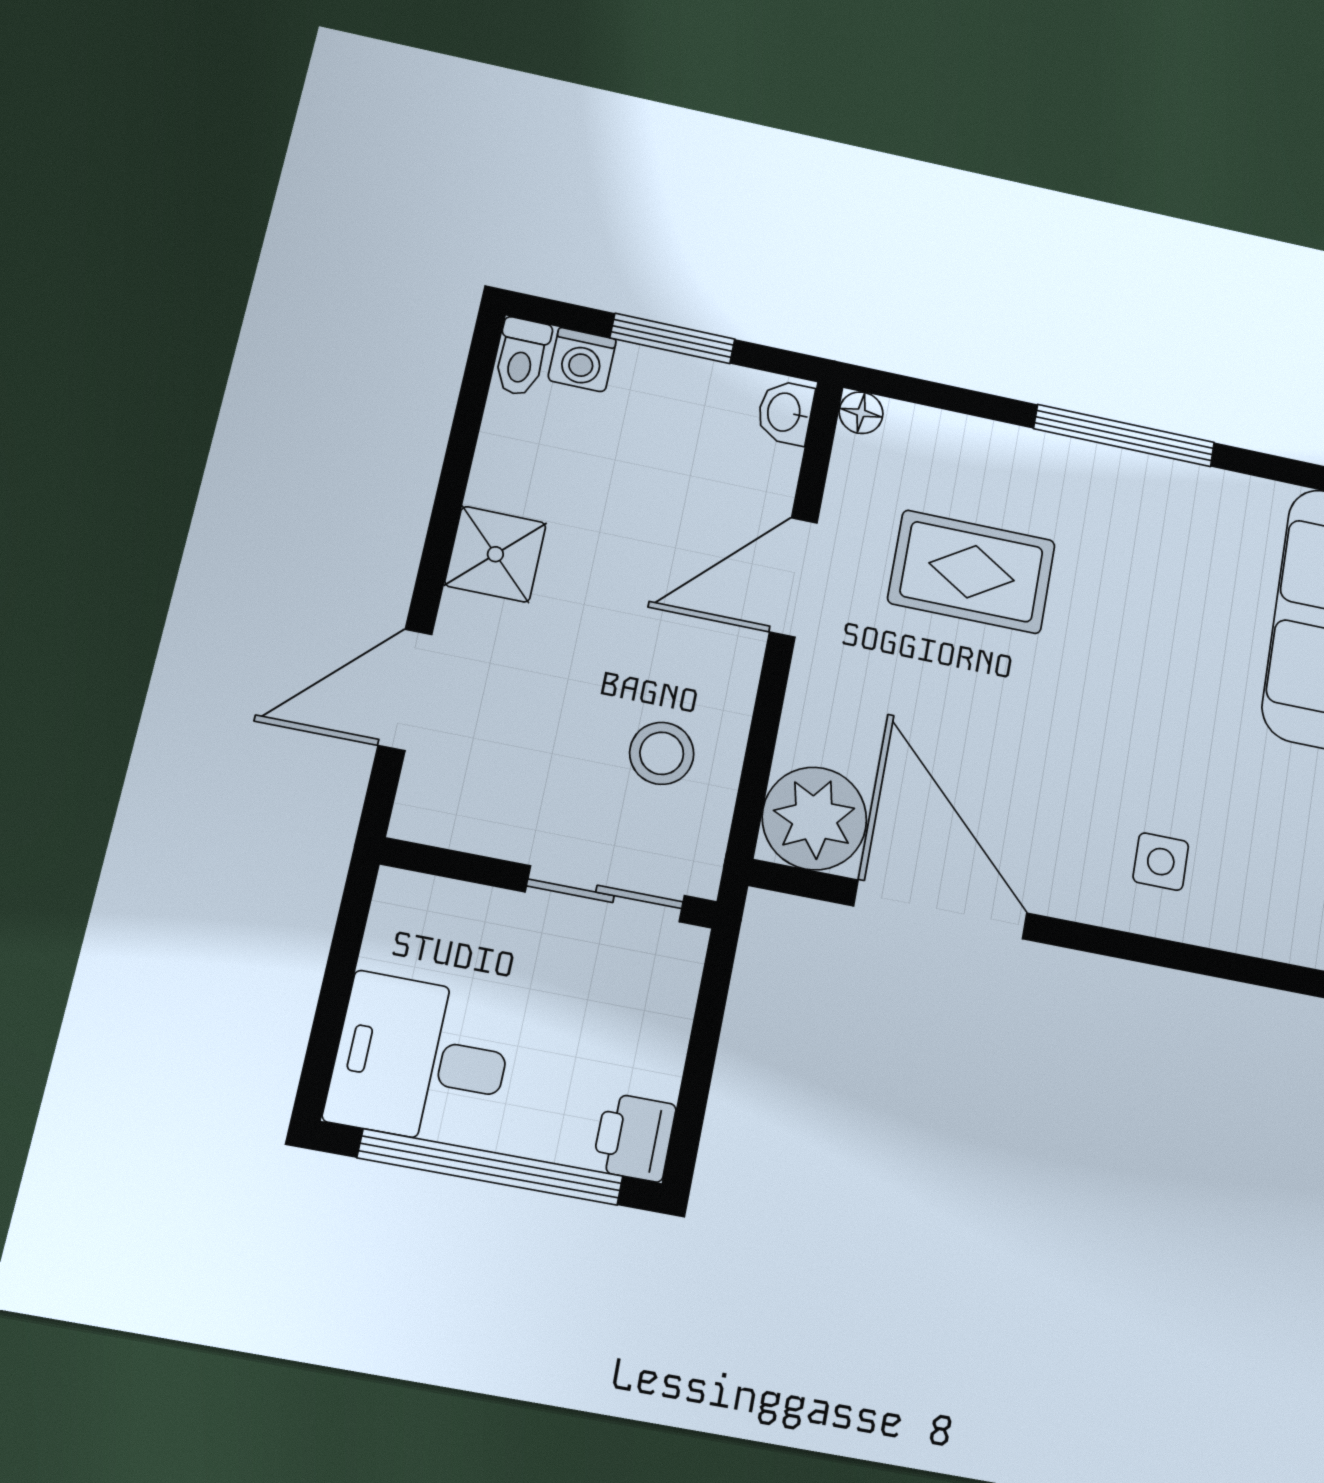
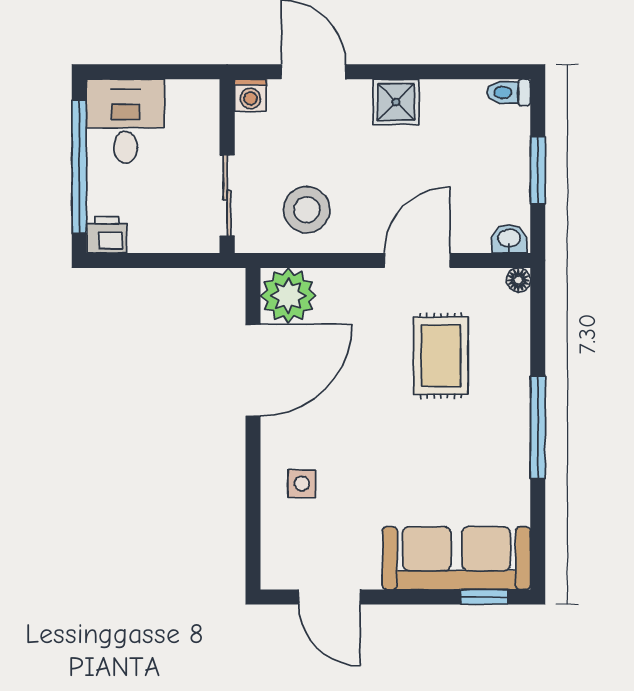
washing machine: (582, 360) -> (250, 95), moved, turned -90
door: (793, 577) -> (417, 260), hinge flipped
stool: (662, 753) -> (307, 210), width x1.38, depth x1.38

